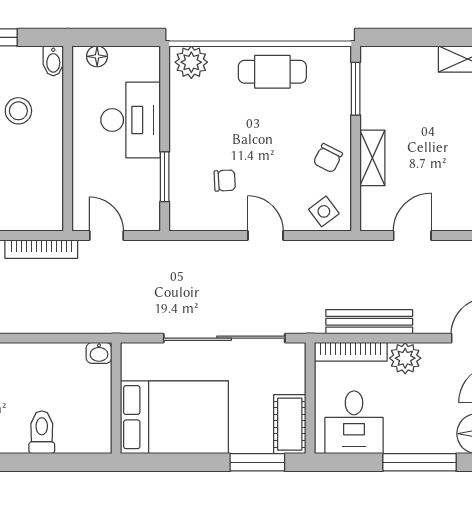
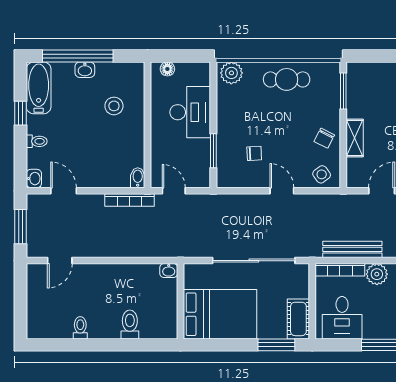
bidet: (53, 61) -> (138, 178), moved, turned 180

